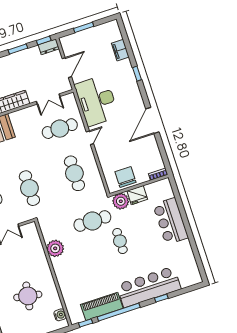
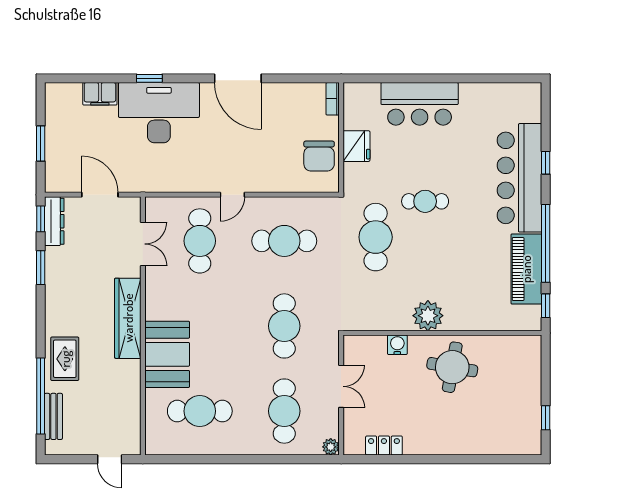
dresser: (49, 47) -> (54, 221), width x1.44
desk: (97, 101) -> (159, 113), moved, turned 180
door: (90, 138) -> (232, 195), swing flipped
chair: (125, 177) -> (319, 156), turned -90
cafe table: (29, 188) -> (284, 326), turned 90
plant: (121, 201) -> (358, 178), removed
plant: (55, 248) -> (428, 316), moved
round table: (28, 296) -> (452, 367), moved
water cooler: (60, 315) -> (397, 345), moved

